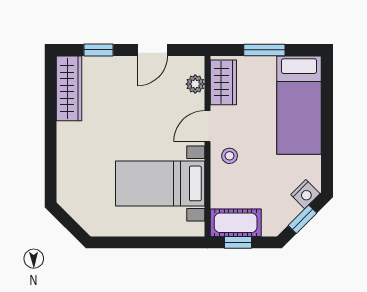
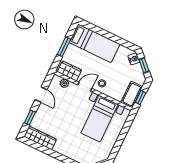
door: (207, 126) -> (85, 87), swing flipped

